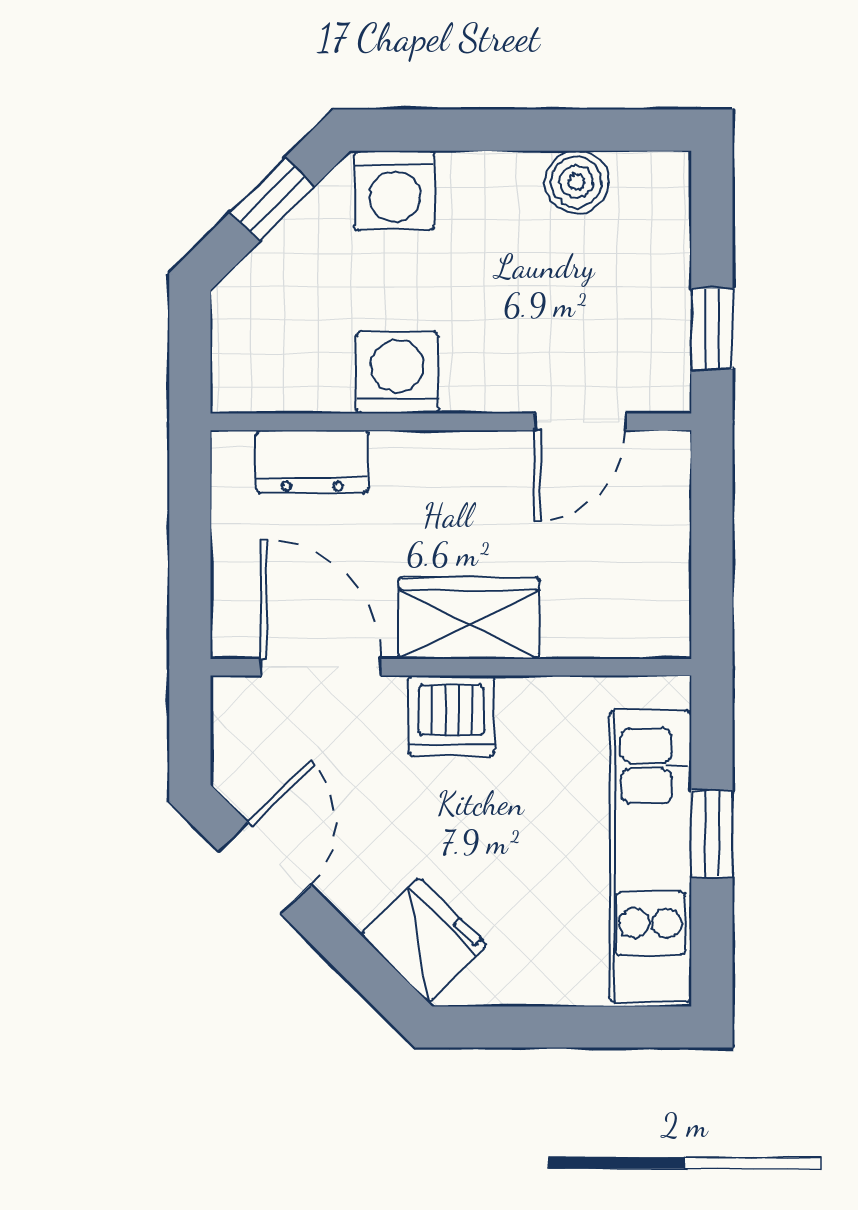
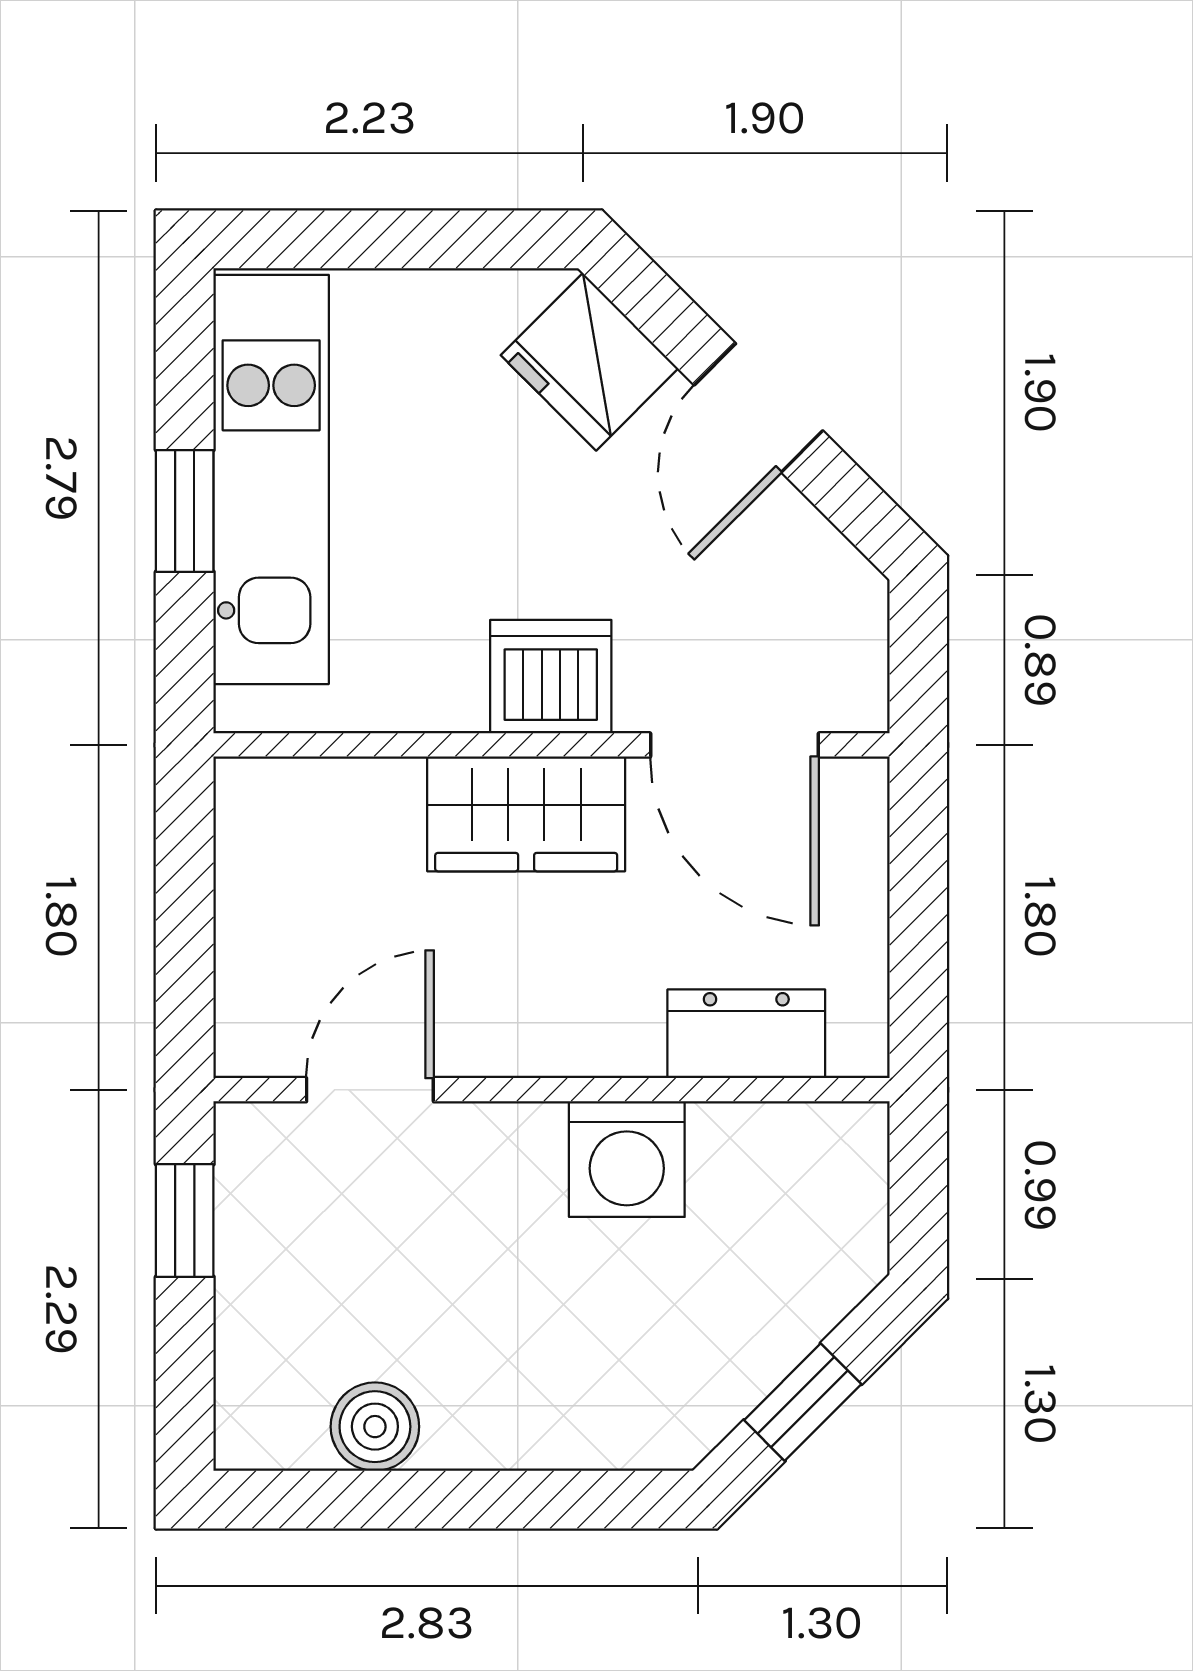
washing machine: (395, 191) -> (630, 1415), removed
door: (264, 868) -> (758, 408), moved

